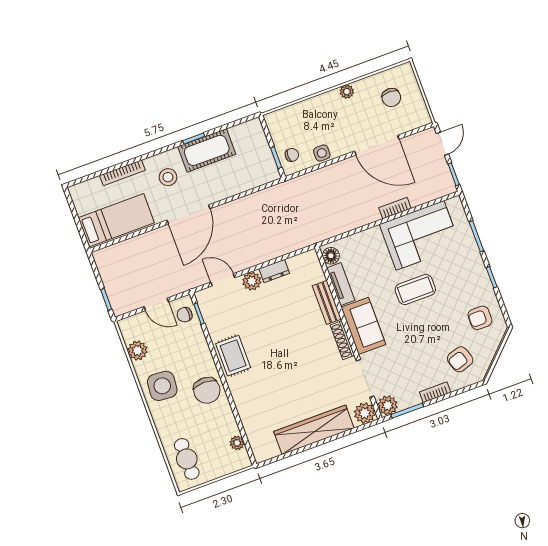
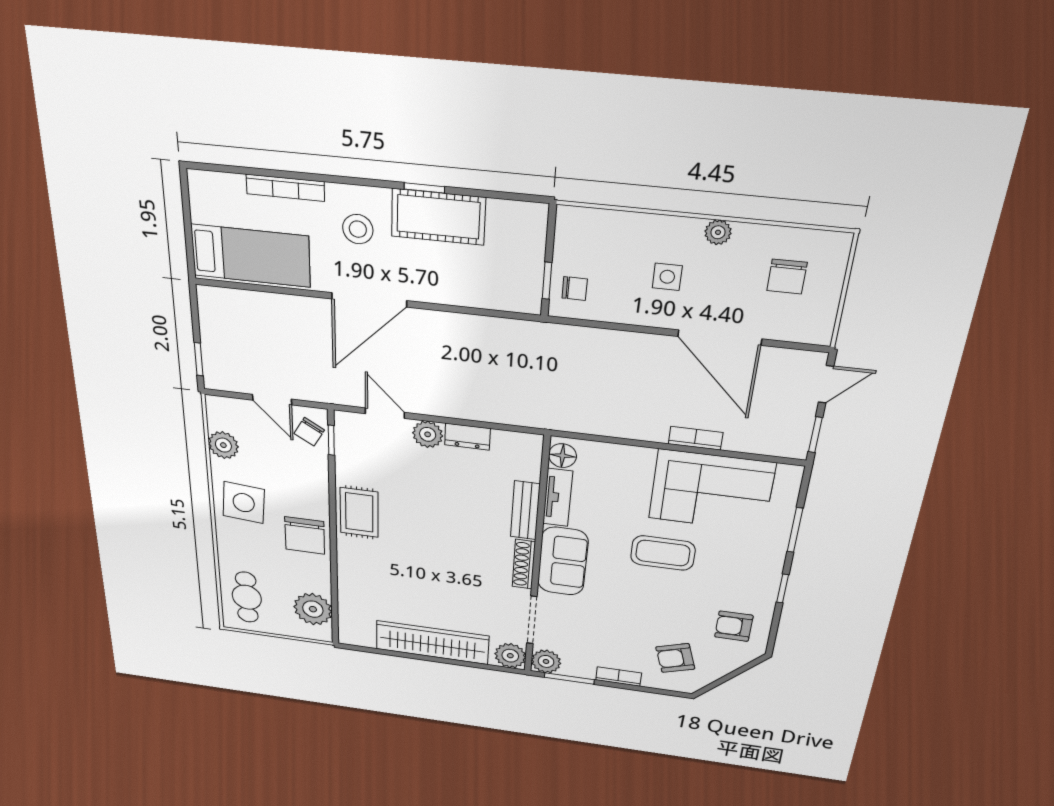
side table: (322, 153) -> (667, 277), moved
chair: (185, 315) -> (309, 432), turned -60
plant: (237, 443) -> (313, 609), width x1.87, depth x1.87

